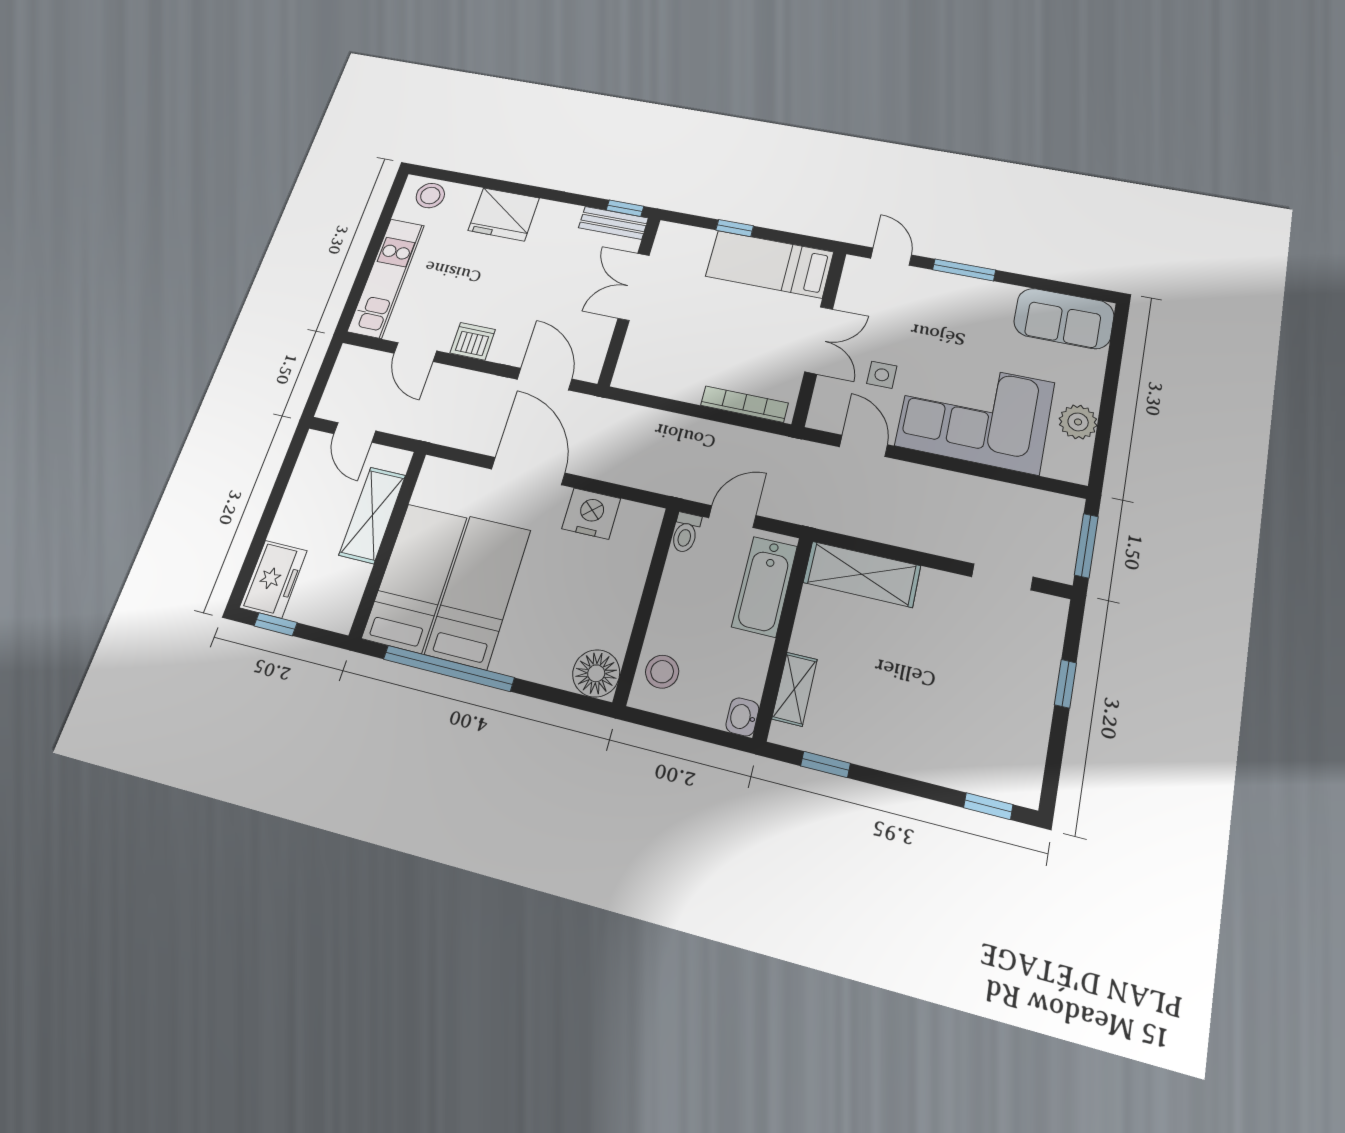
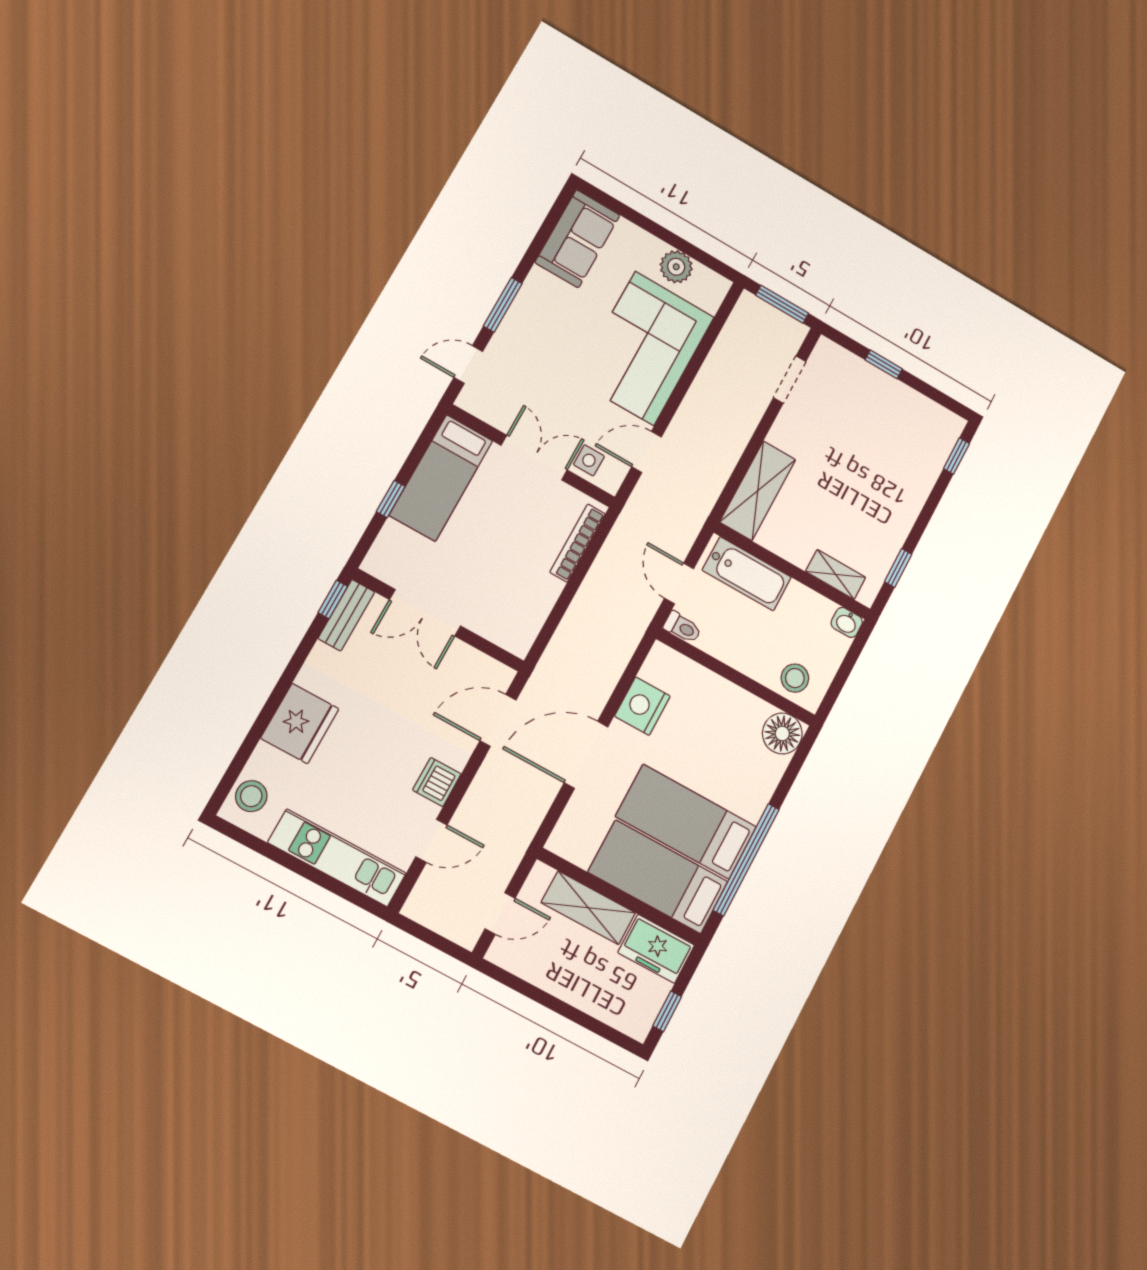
side table: (882, 375) -> (589, 460), moved
freezer: (273, 579) -> (656, 949), moved, turned 180

